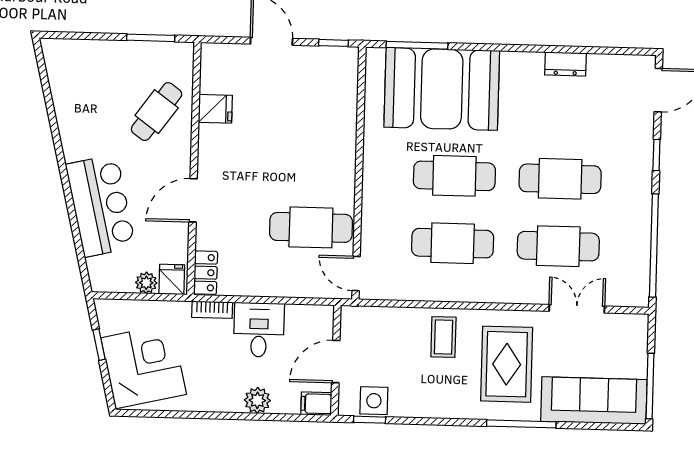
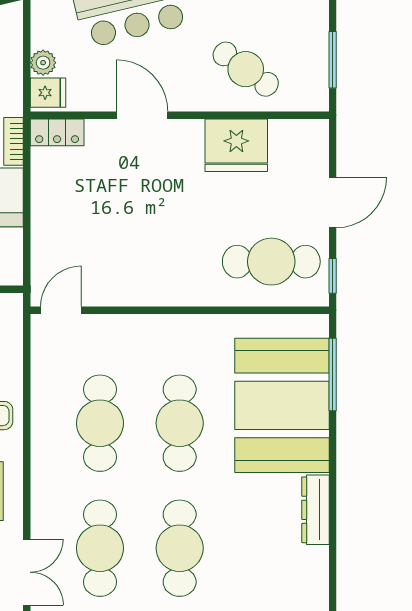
dresser: (565, 64) -> (315, 510), moved, width x1.44
fridge: (215, 109) -> (236, 145), width x1.88, depth x1.34
cafe table: (311, 227) -> (271, 262), moved, turned 90

